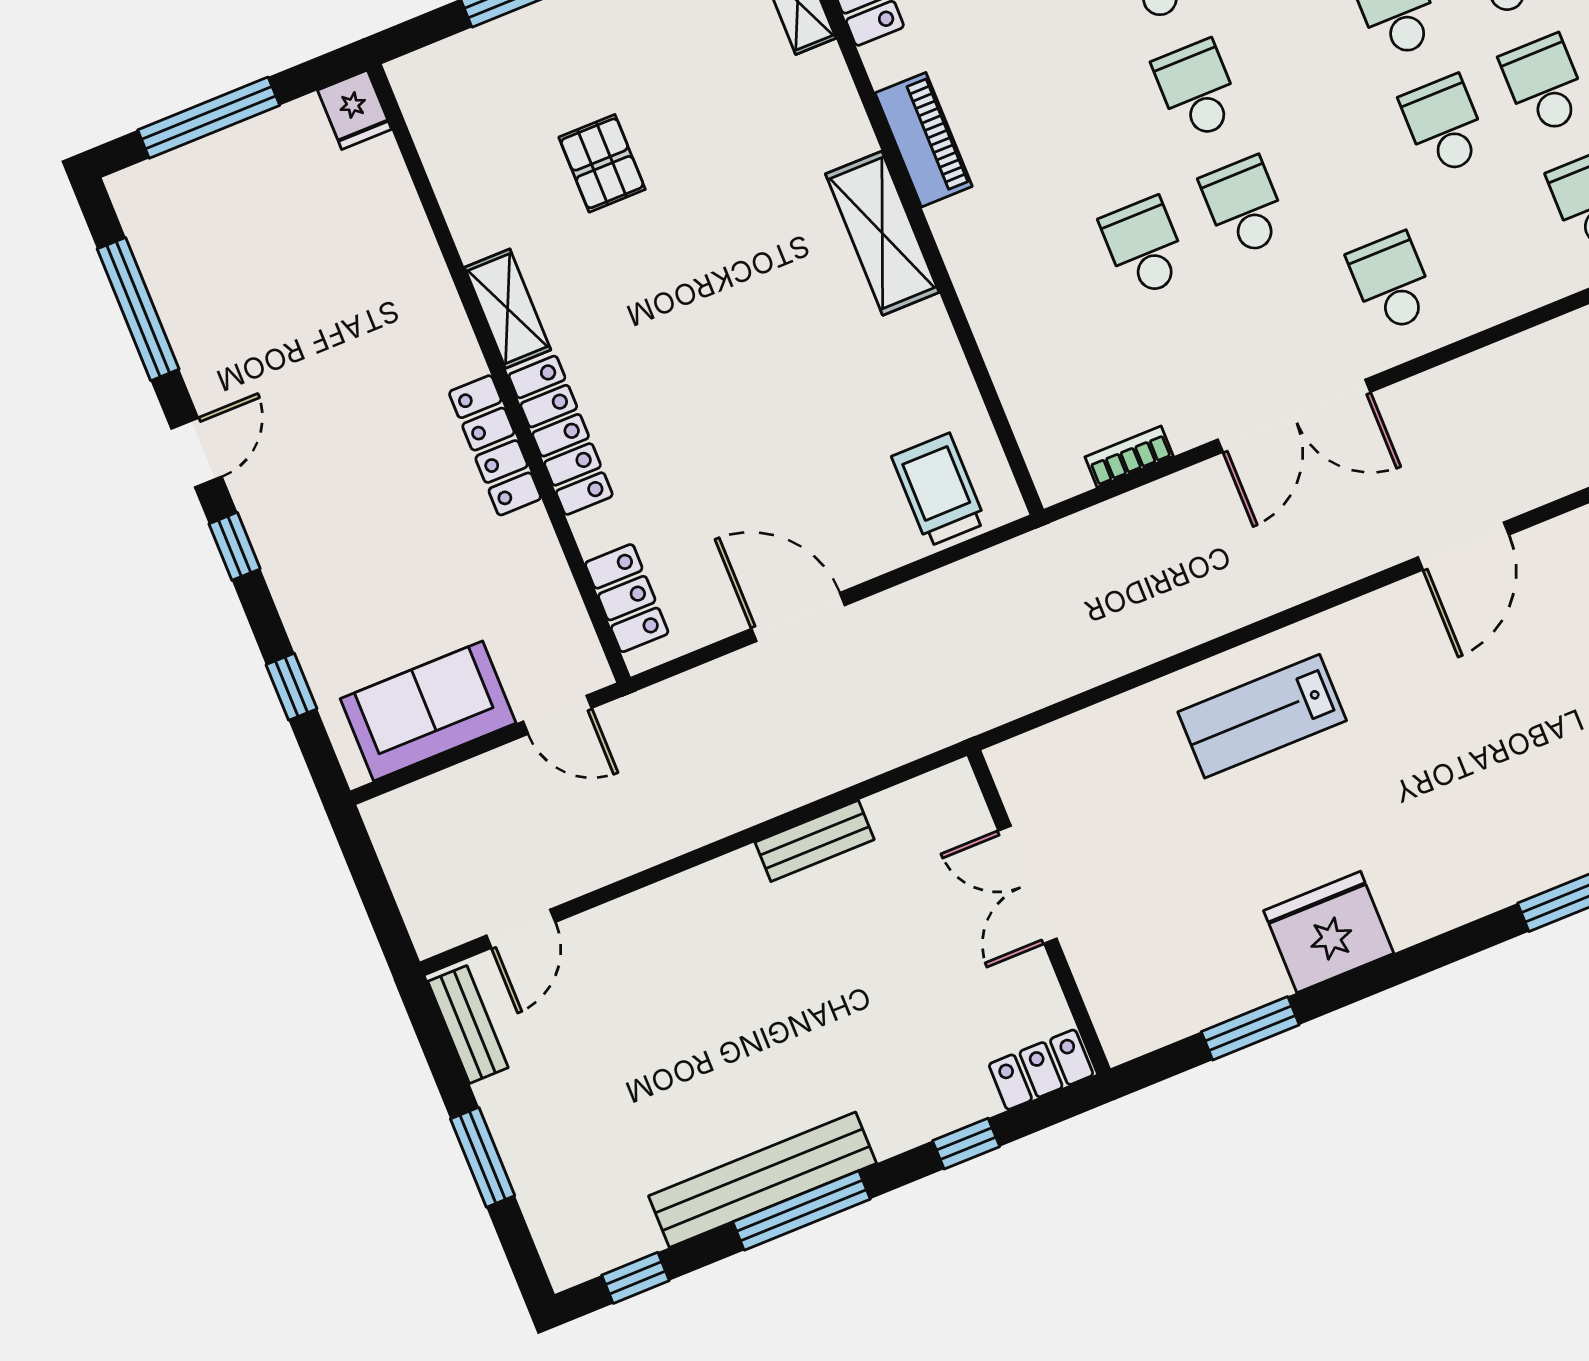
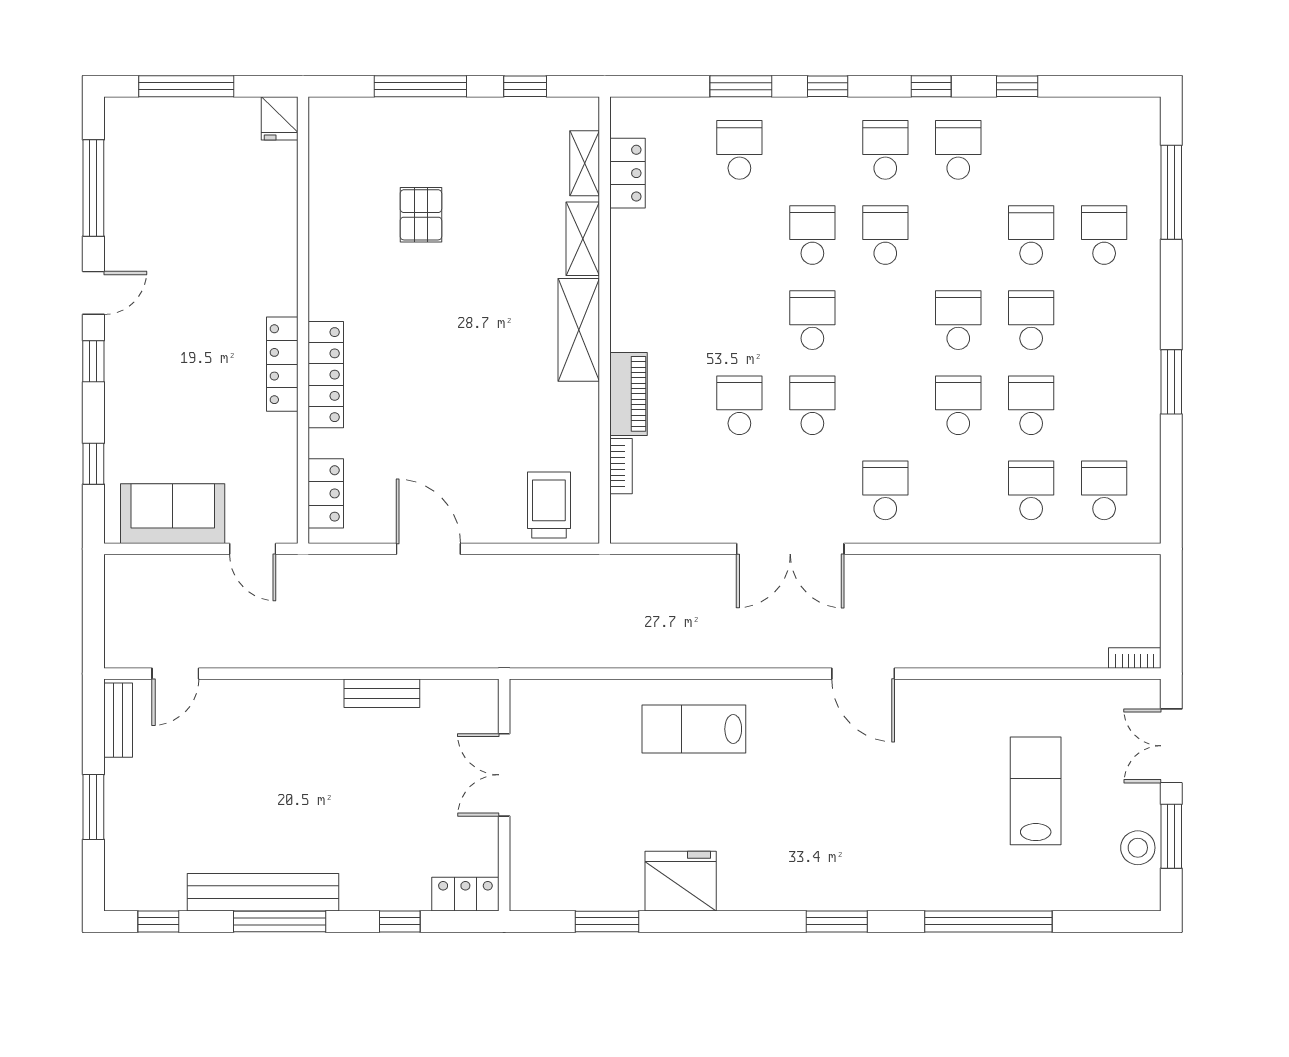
piano: (924, 140) -> (628, 394), moved
shelving: (508, 309) -> (583, 239), moved
bookcase: (1129, 457) -> (621, 466), moved, turned 90
door: (1463, 546) -> (863, 674), hinge flipped

